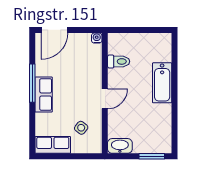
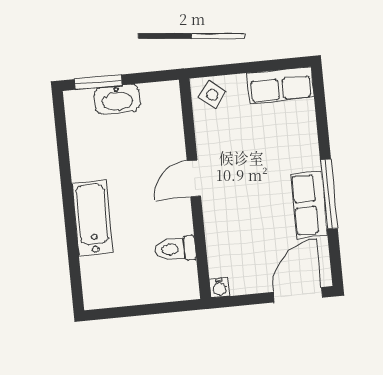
row of seats: (44, 94) -> (309, 204), moved
side table: (81, 128) -> (212, 95), moved
washbasin: (120, 146) -> (117, 99), moved

